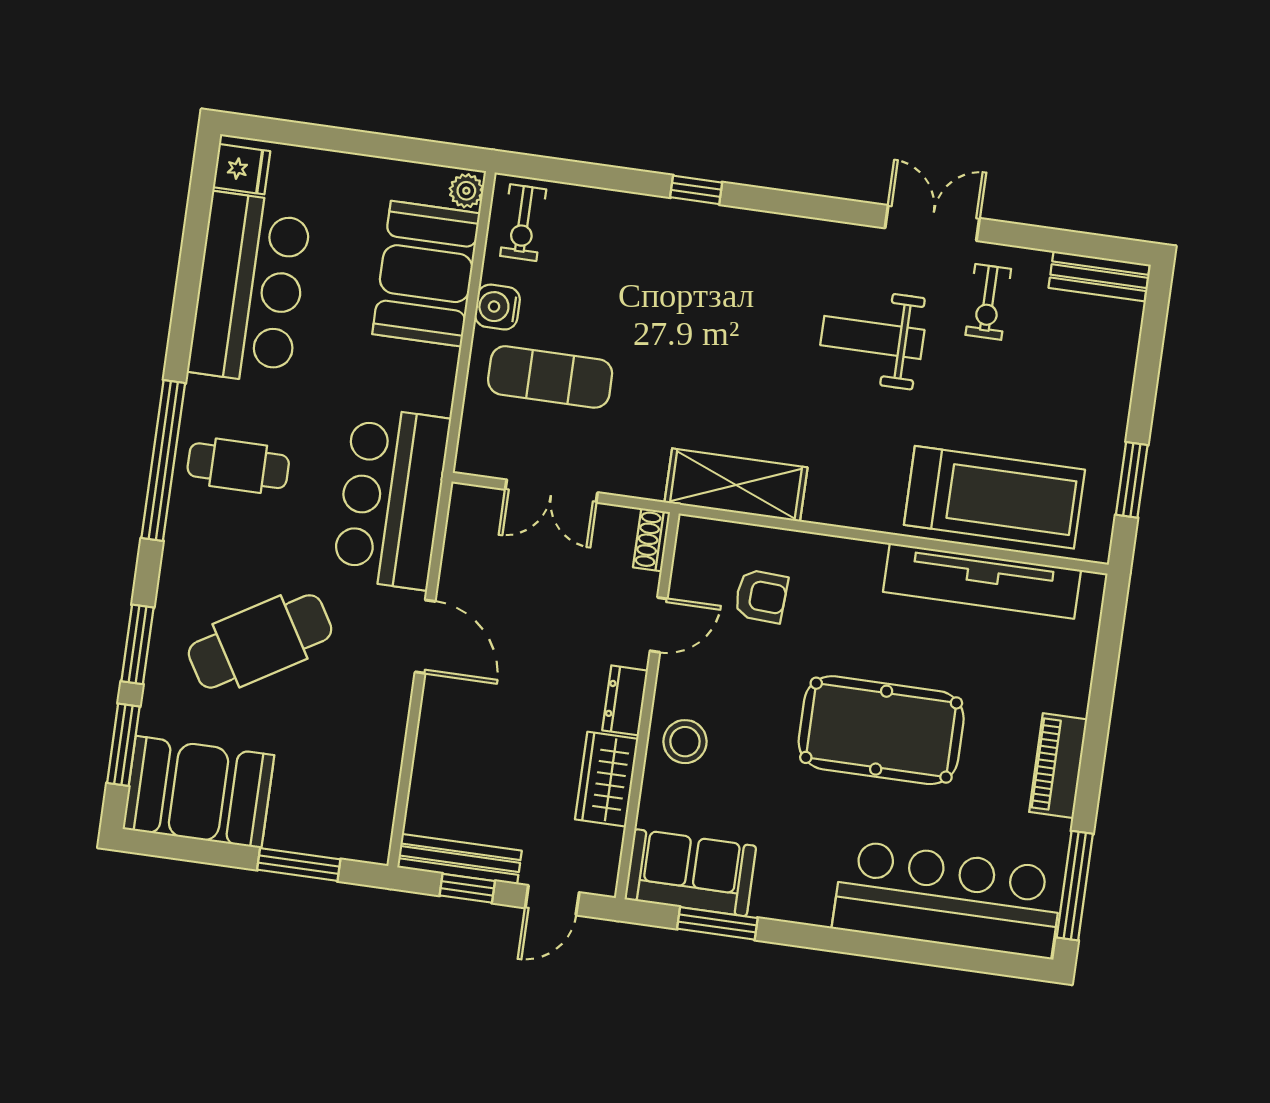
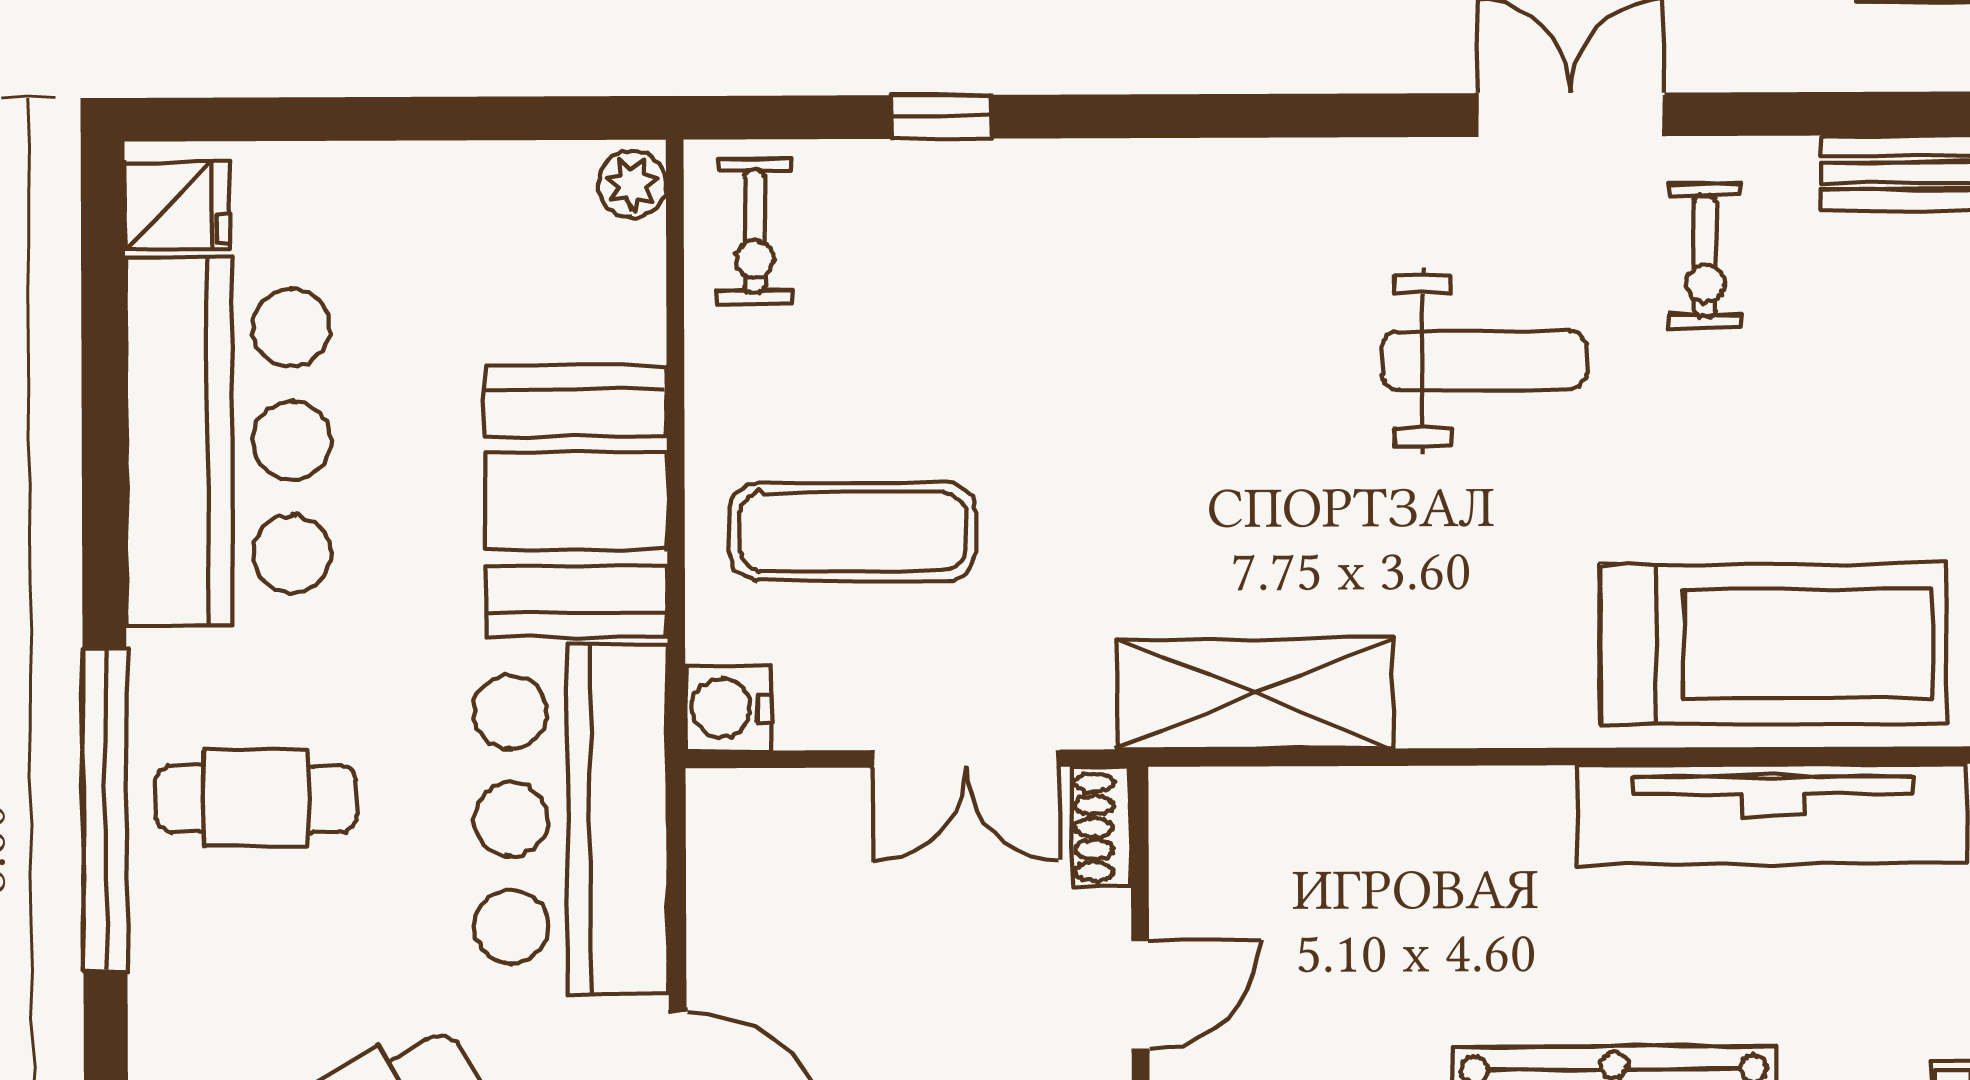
window: (696, 190) -> (942, 117), moved
booth: (426, 274) -> (576, 501), moved
water cooler: (497, 307) -> (728, 708), moved
weight bench: (872, 337) -> (1484, 360), turned 180
double door: (551, 491) -> (967, 759), moved
armchair: (761, 596) -> (1336, 908), removed

